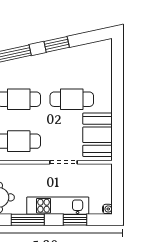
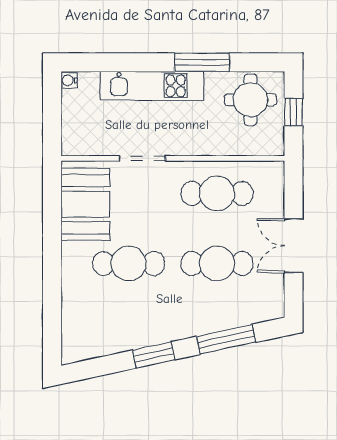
window: (75, 220) -> (123, 62), removed

